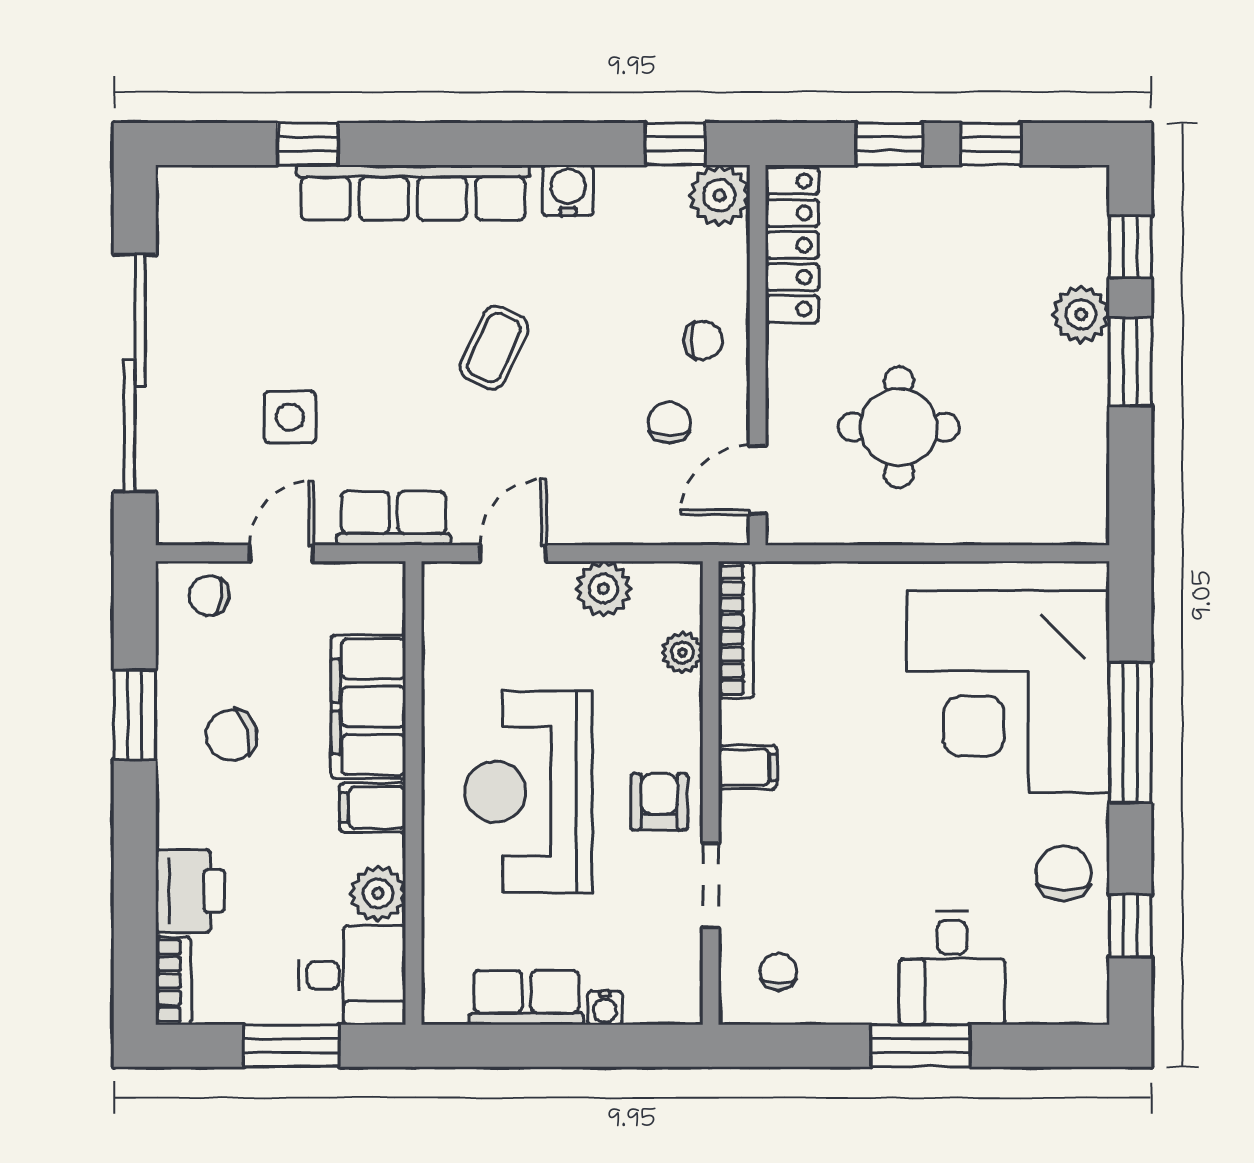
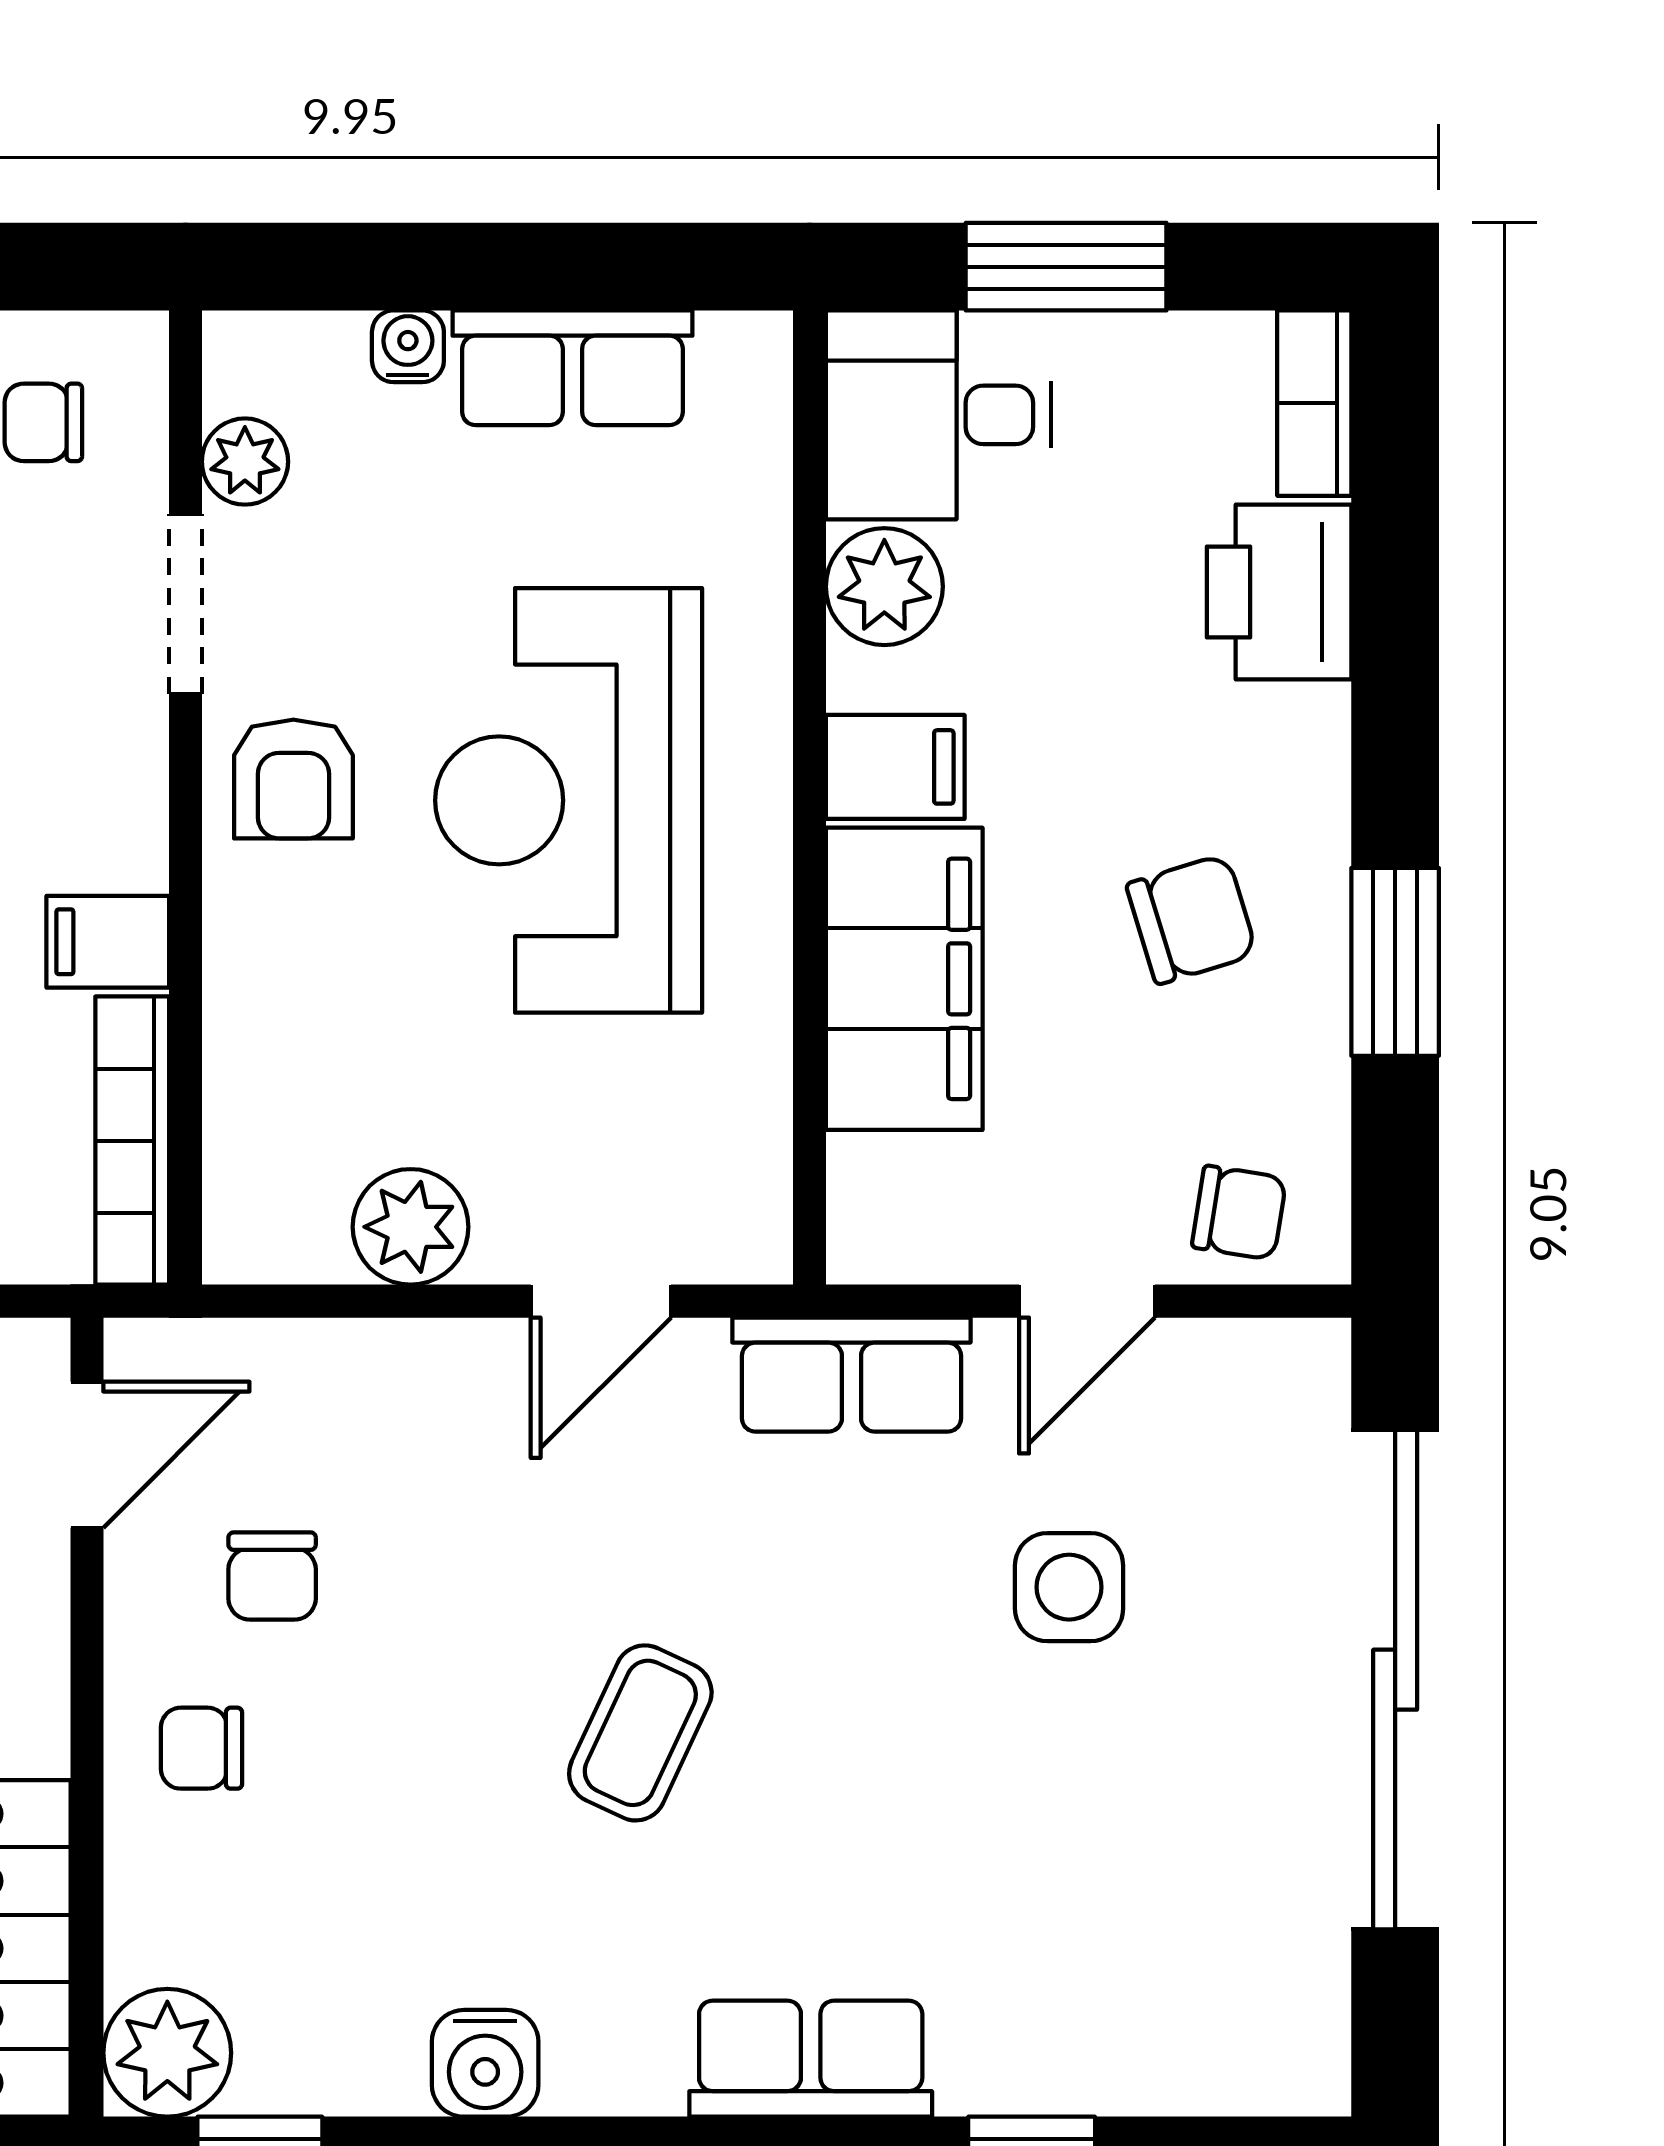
row of seats: (413, 193) -> (811, 2059), width x0.50
plant: (682, 653) -> (245, 462), moved
filing cabinet: (748, 767) -> (108, 942), moved
reception desk: (528, 792) -> (569, 800), turned 180
chair: (778, 972) -> (43, 422), turned 90

